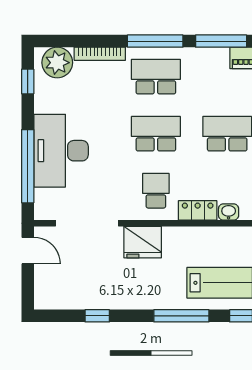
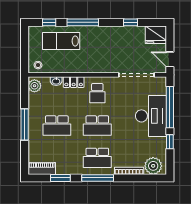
window: (221, 41) -> (60, 178), width x0.69
window: (28, 82) -> (170, 142), moved
fridge: (143, 242) -> (156, 35), moved, turned 180

